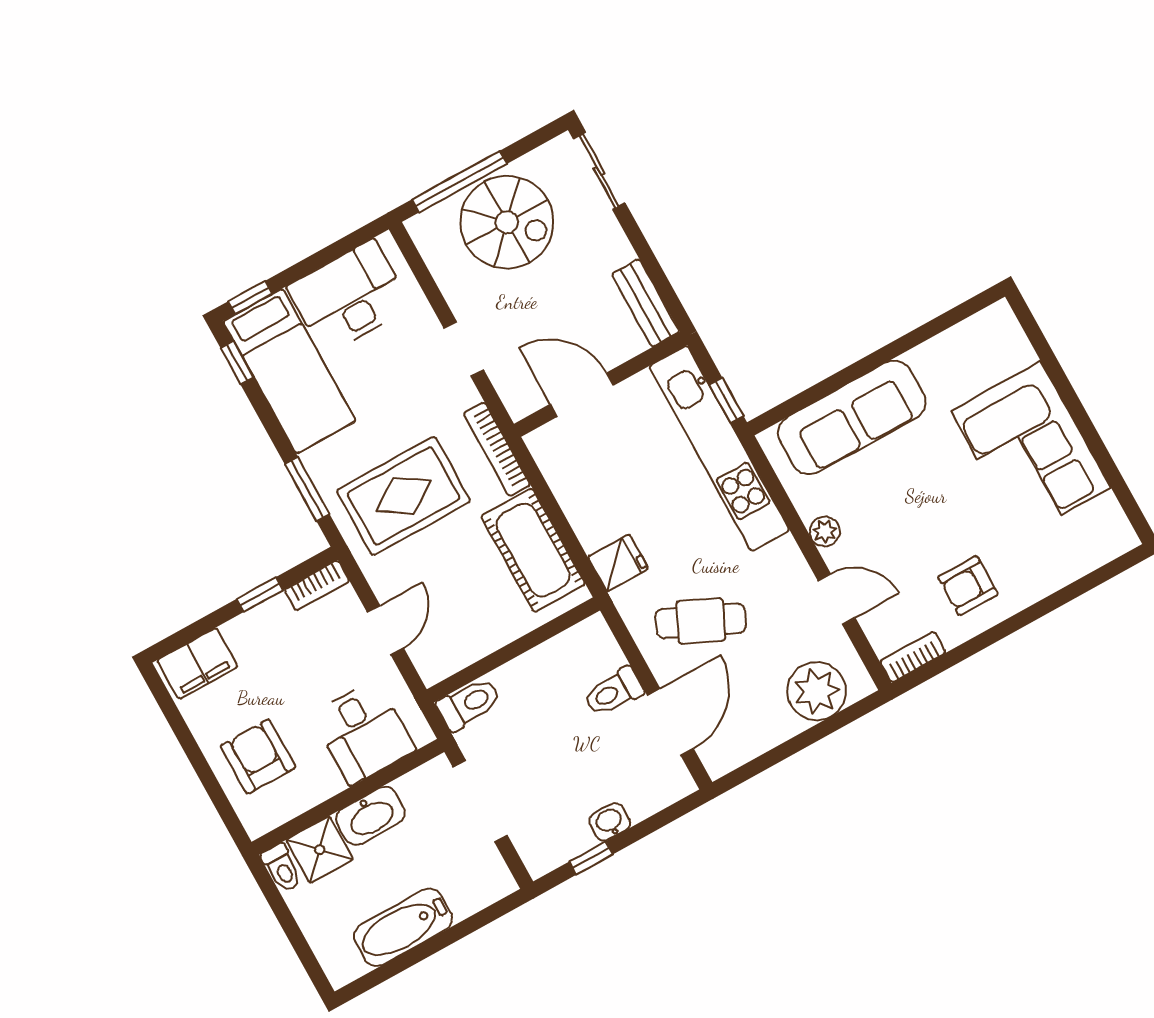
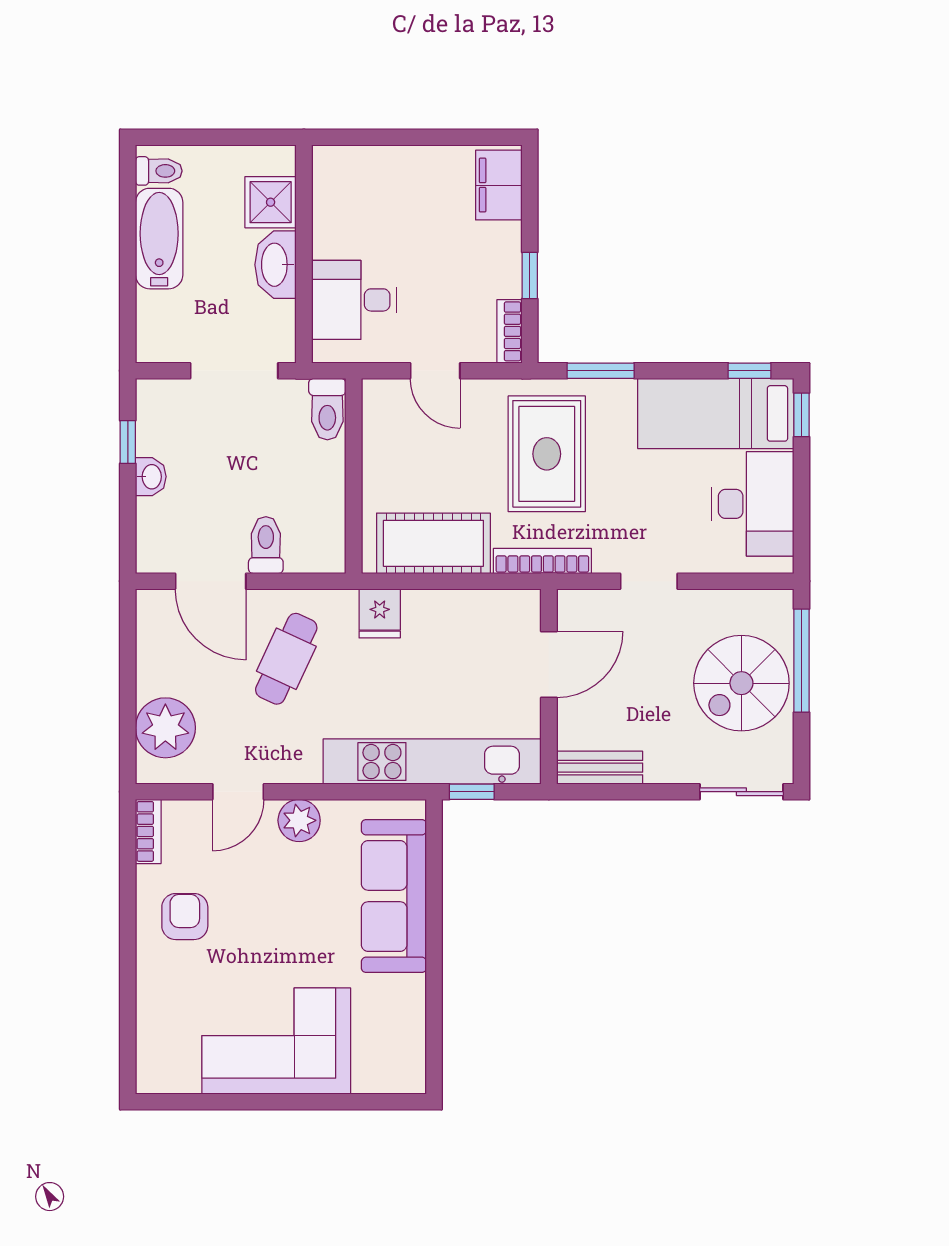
plant: (825, 532) -> (299, 820), width x1.38, depth x1.38
armchair: (258, 757) -> (385, 193), removed
toilet: (282, 868) -> (159, 171), moved, turned 180

